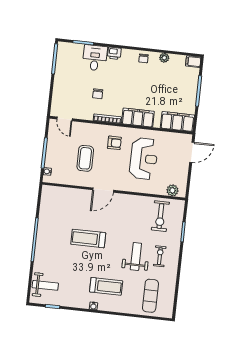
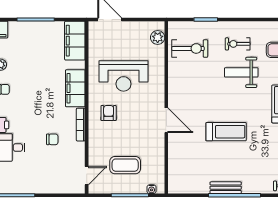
coffee table: (85, 158) -> (125, 165), moved
reception desk: (144, 159) -> (123, 76), turned 180
bench: (42, 233) -> (226, 188), added
treadmill: (88, 238) -> (226, 132), turned -90

